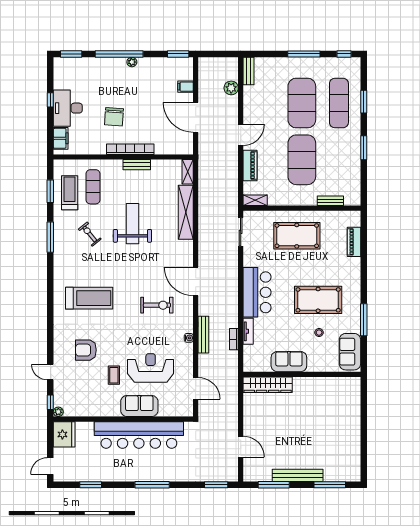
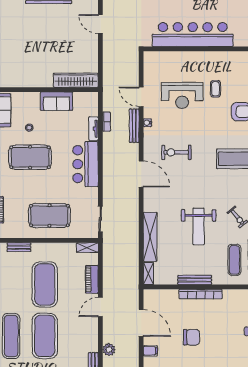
chair: (114, 117) -> (192, 337), moved, turned 86
bench: (137, 165) -> (195, 280), width x1.36
door: (196, 388) -> (141, 97), moved
sofa: (139, 406) -> (192, 61), removed

